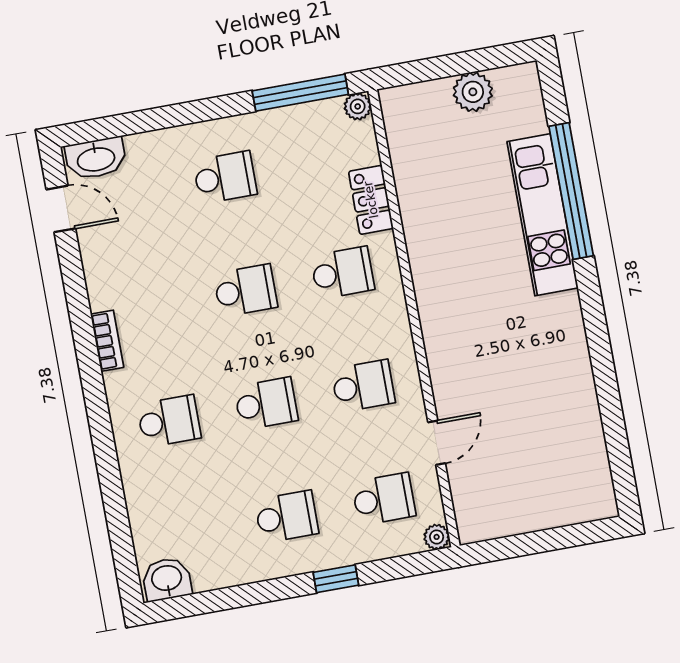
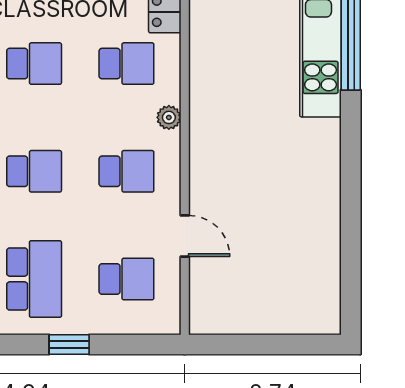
door: (437, 443) -> (185, 236), hinge flipped
school desk: (287, 517) -> (34, 279), width x1.85
plant: (437, 537) -> (169, 117), moved

